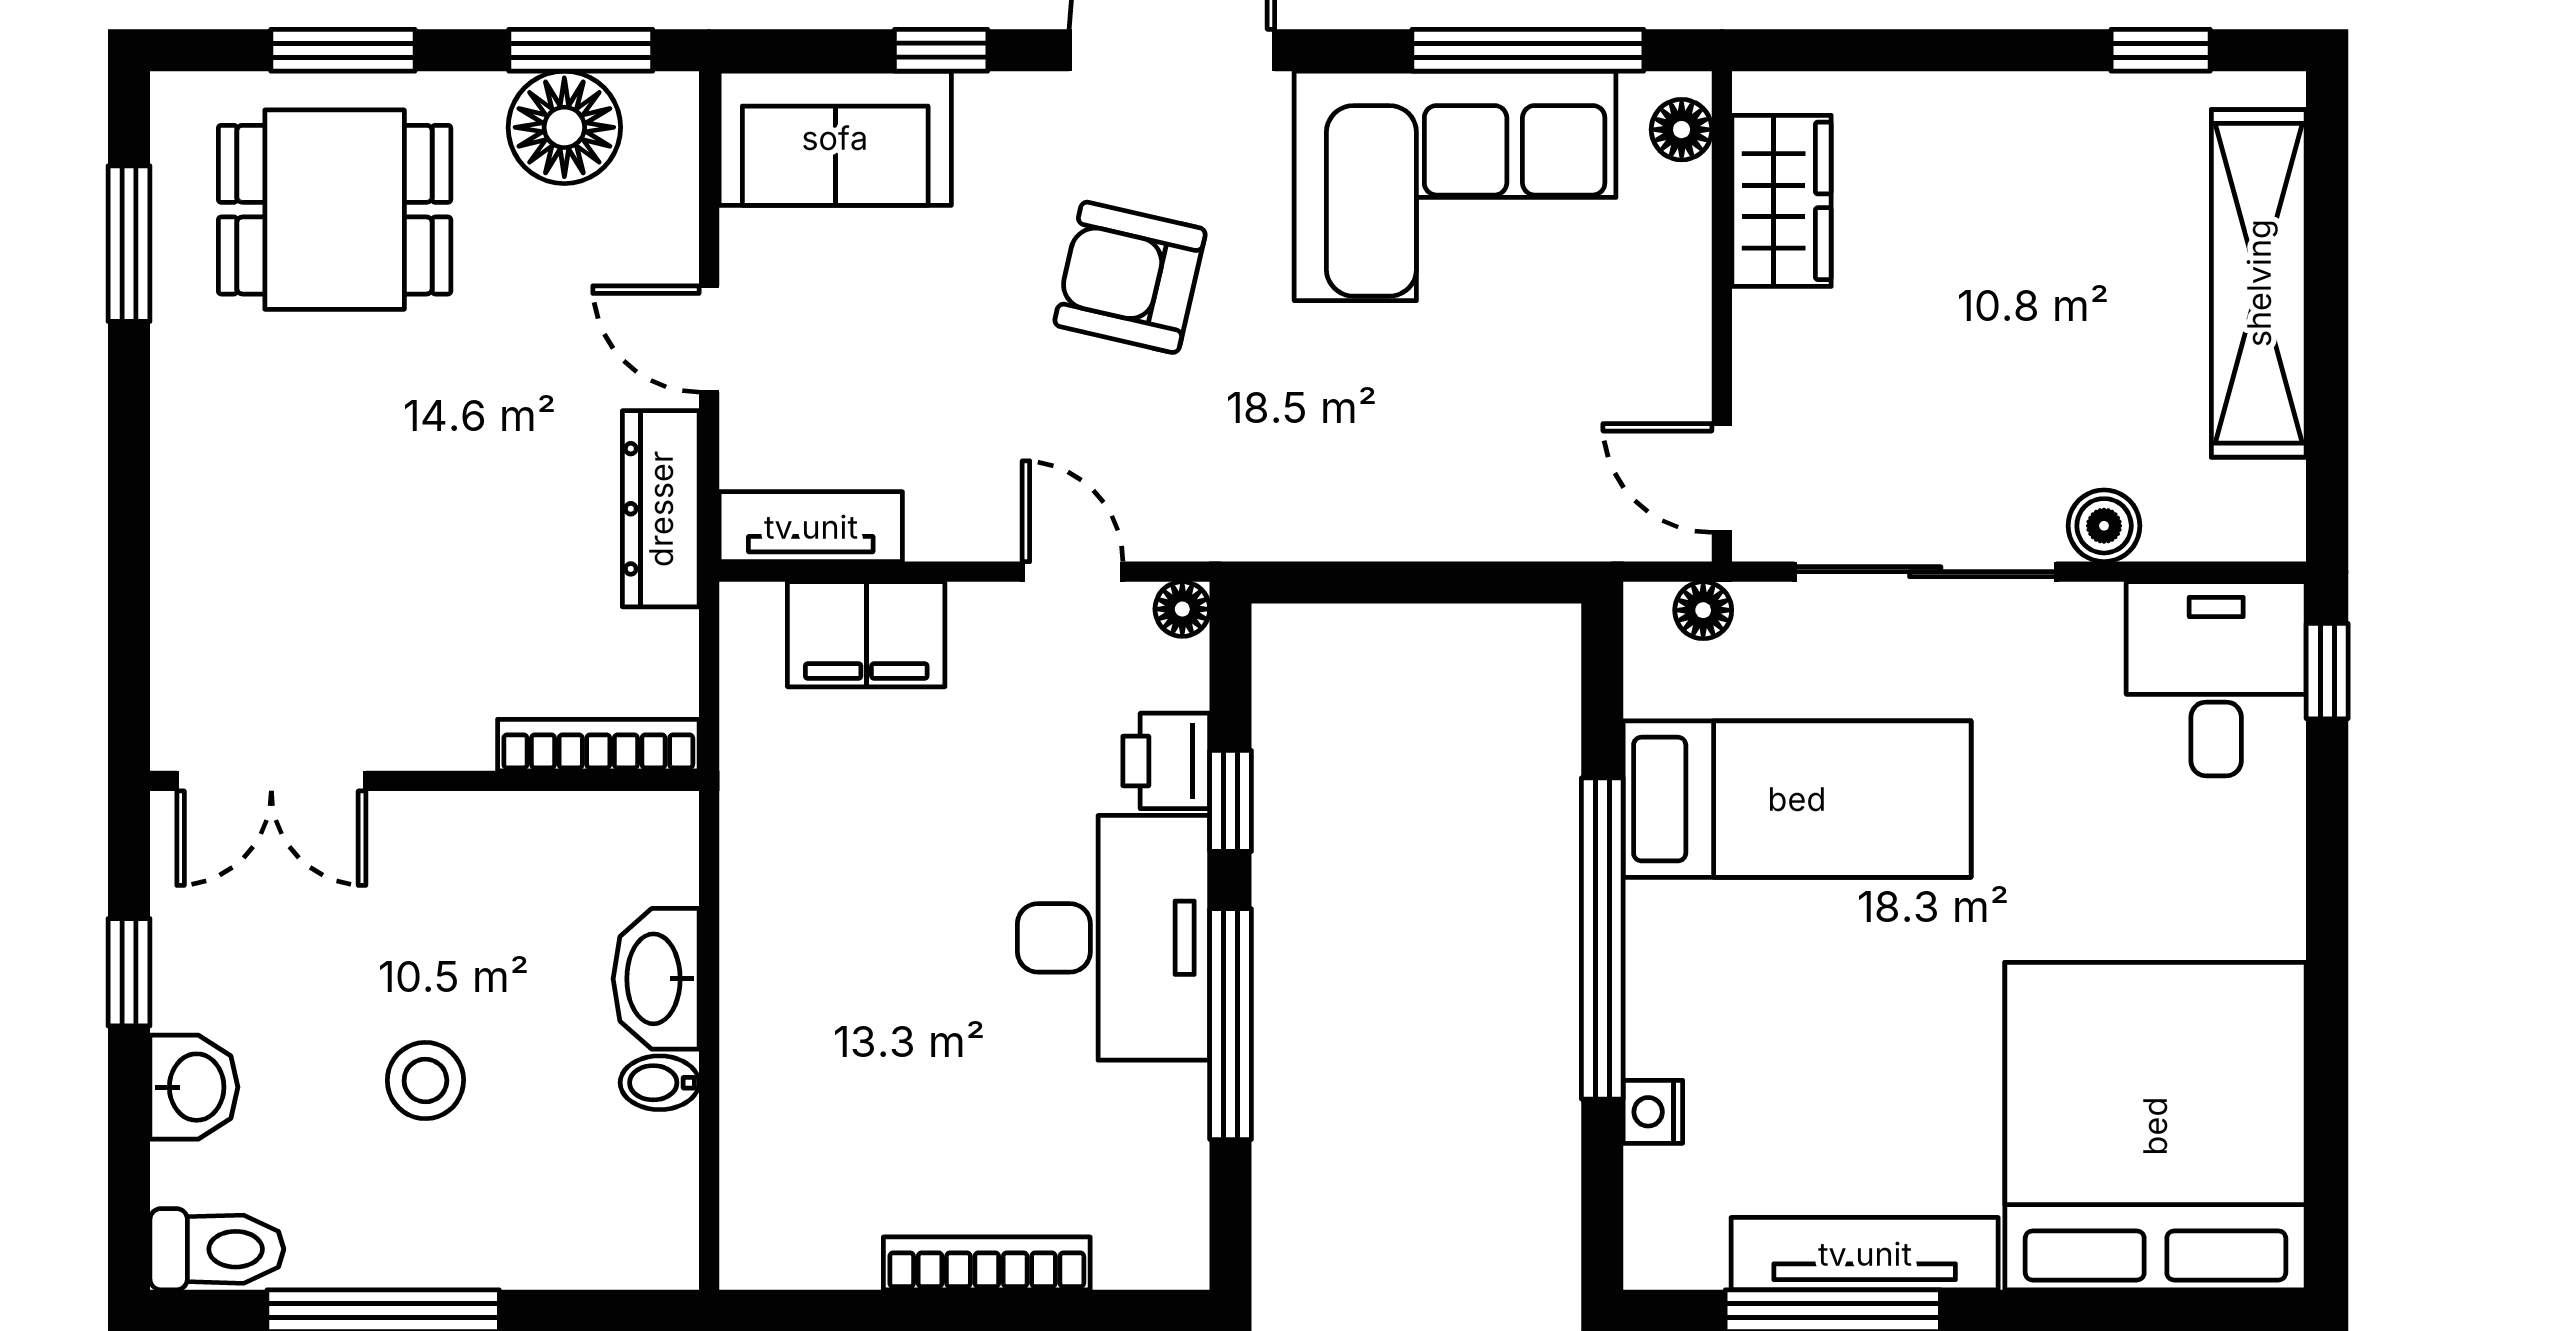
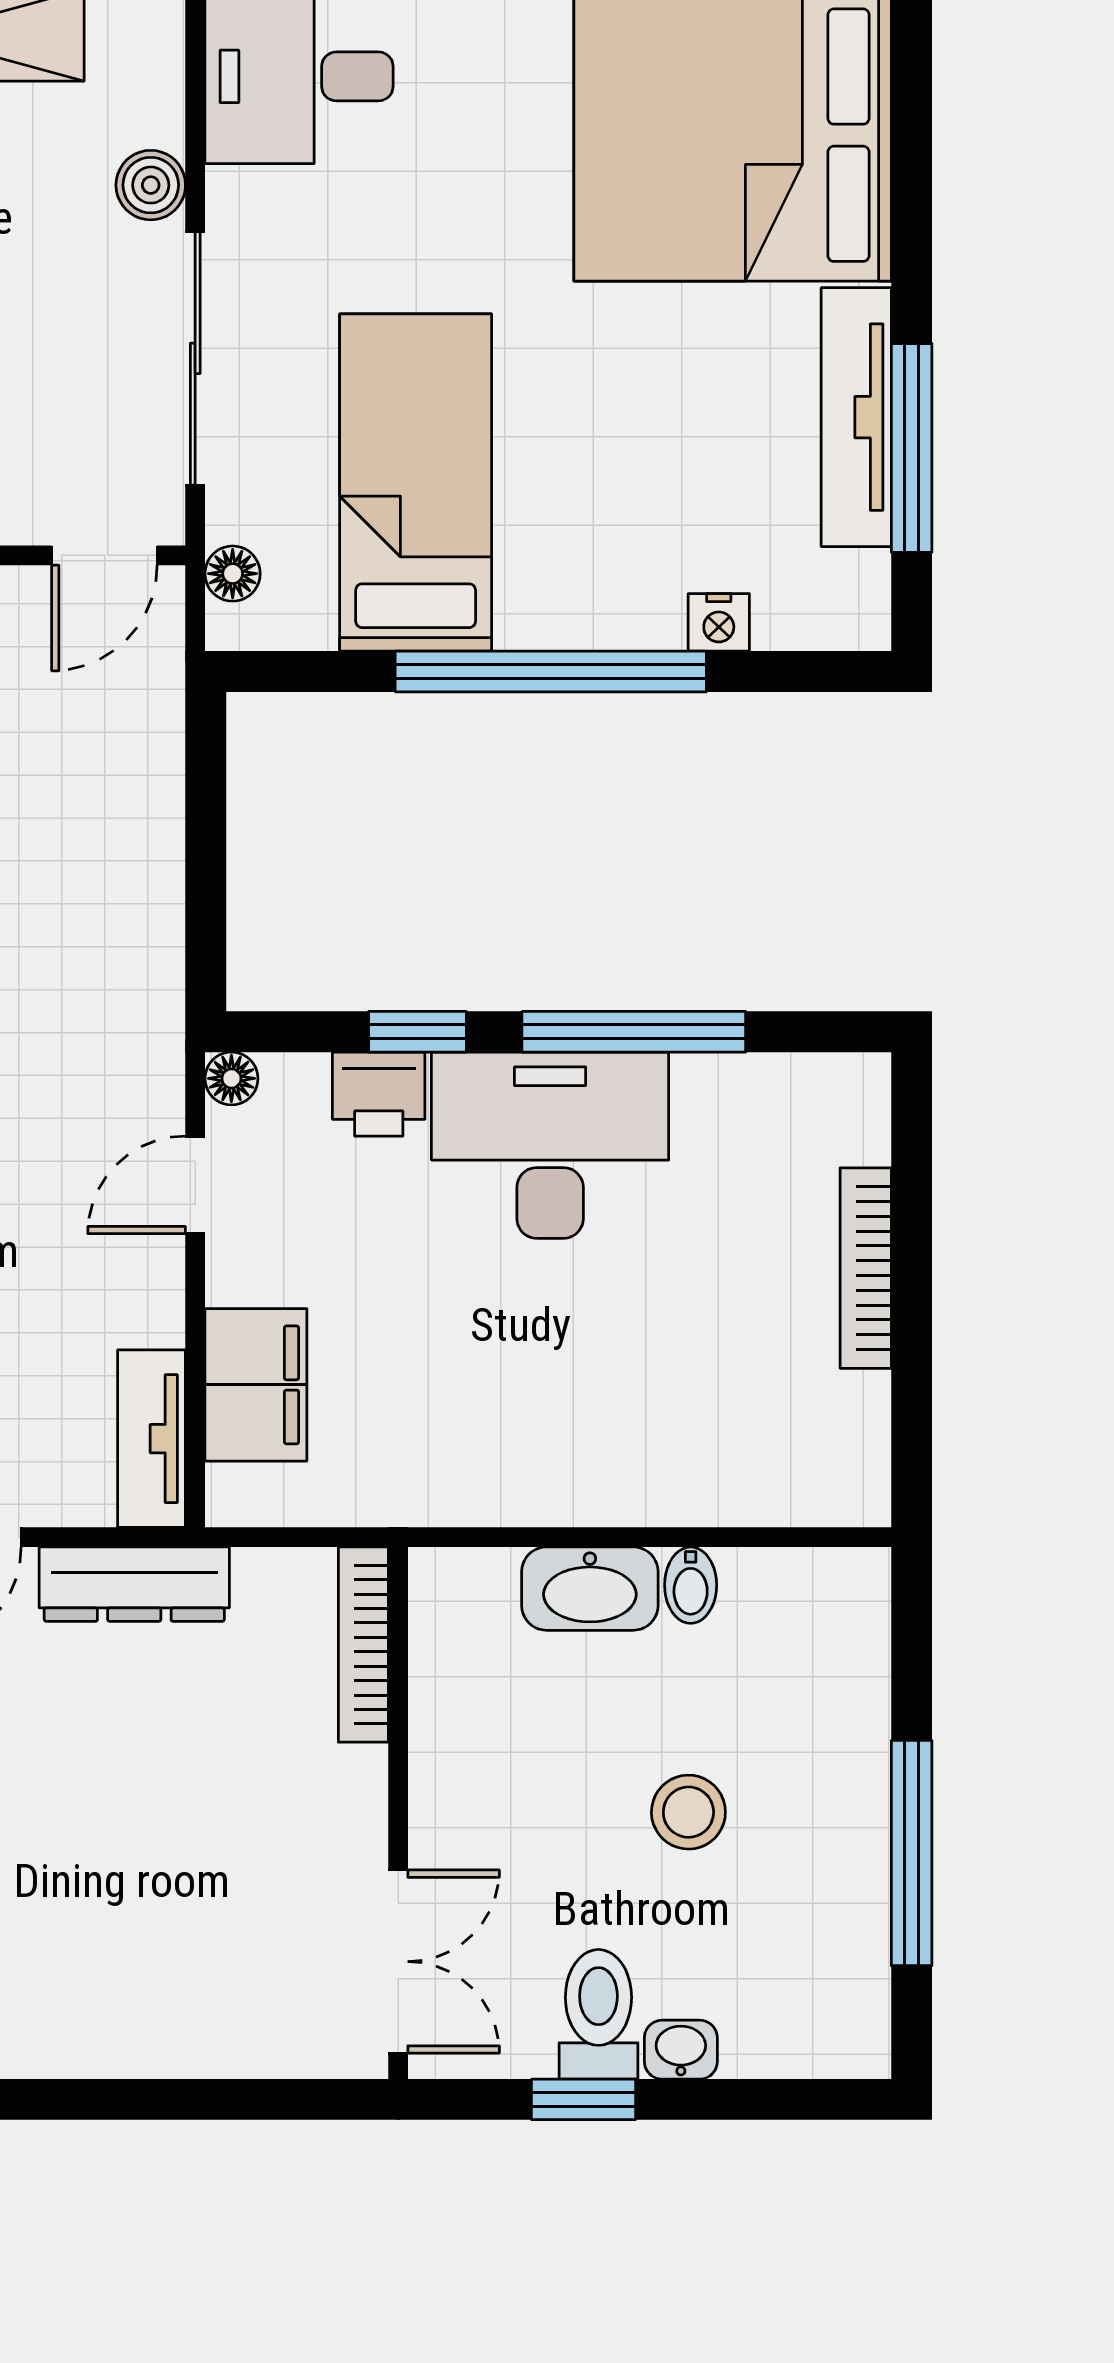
washbasin: (194, 1087) -> (681, 2050), width x0.72, depth x0.69
toilet: (217, 1249) -> (598, 2014), moved

